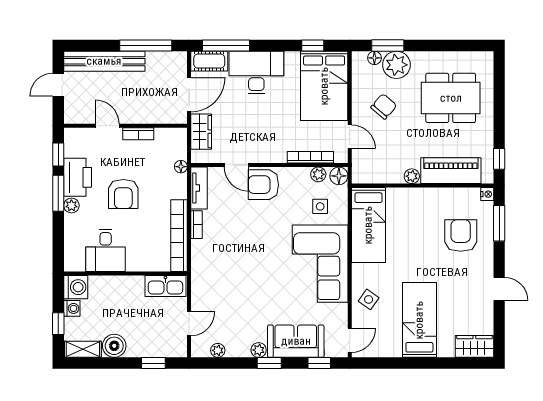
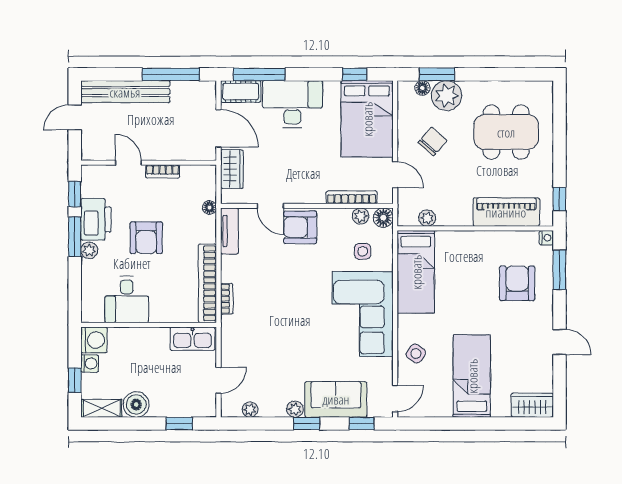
door: (189, 95) -> (218, 128), hinge flipped
plant: (412, 176) -> (427, 218), moved
bookcase: (197, 225) -> (227, 299), moved

